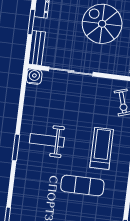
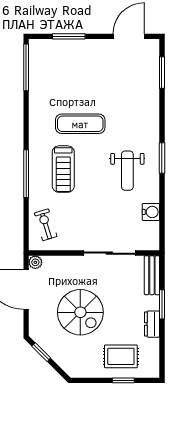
water cooler: (34, 77) -> (151, 212), moved, turned -90
weight bench: (47, 140) -> (127, 171), turned 90

